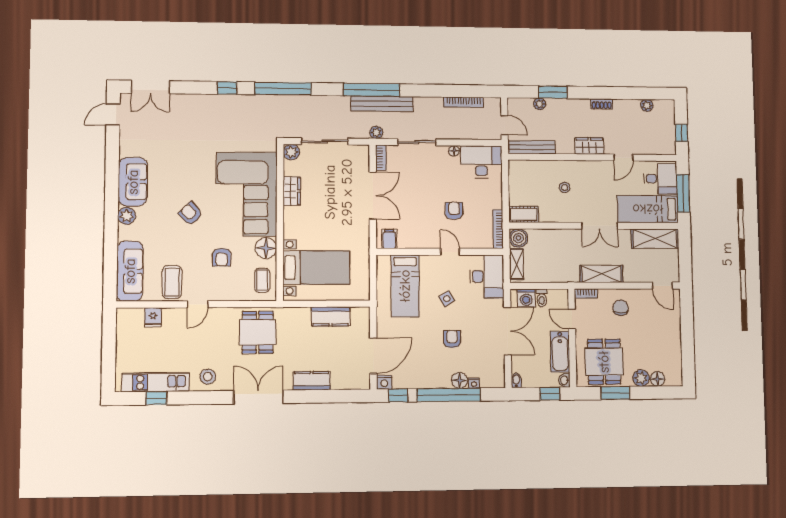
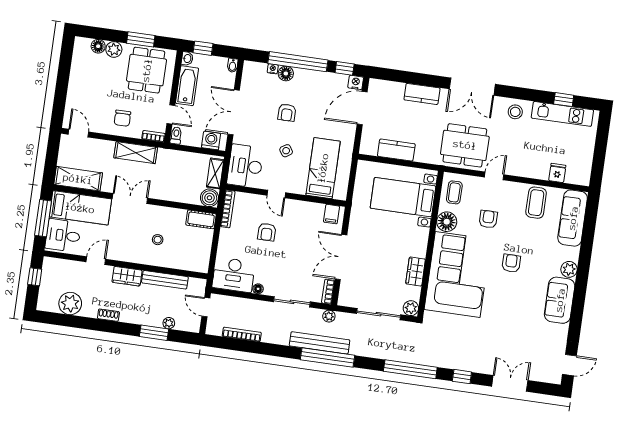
double door: (151, 87) -> (510, 383), moved
plant: (647, 105) -> (70, 303), width x1.88, depth x1.88
bench: (532, 147) -> (165, 280), moved
armchair: (190, 214) -> (511, 263), turned -136
toilet: (542, 298) -> (176, 135), moved
door: (198, 304) -> (494, 176), moved
dining table: (258, 332) -> (465, 145), width x1.38

